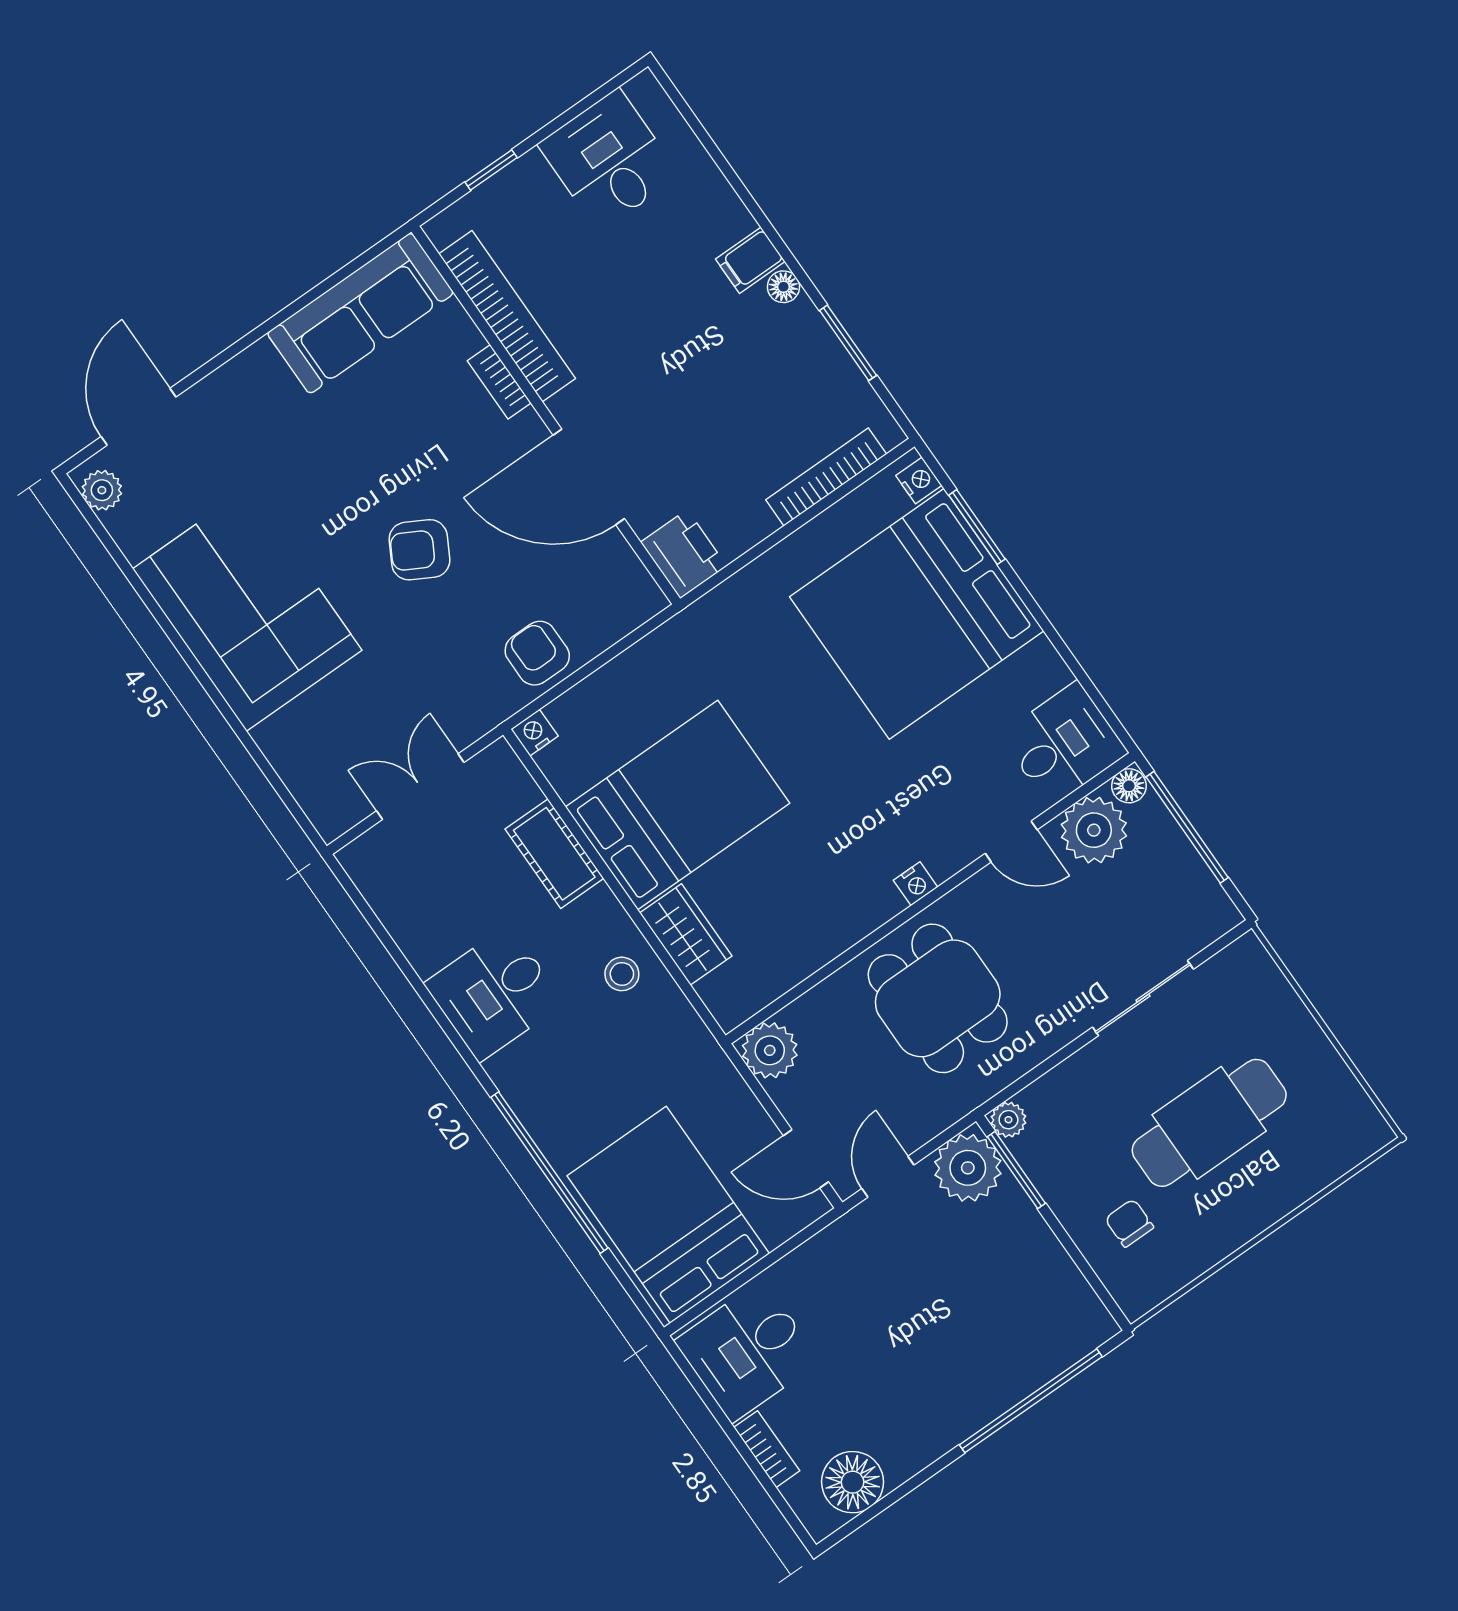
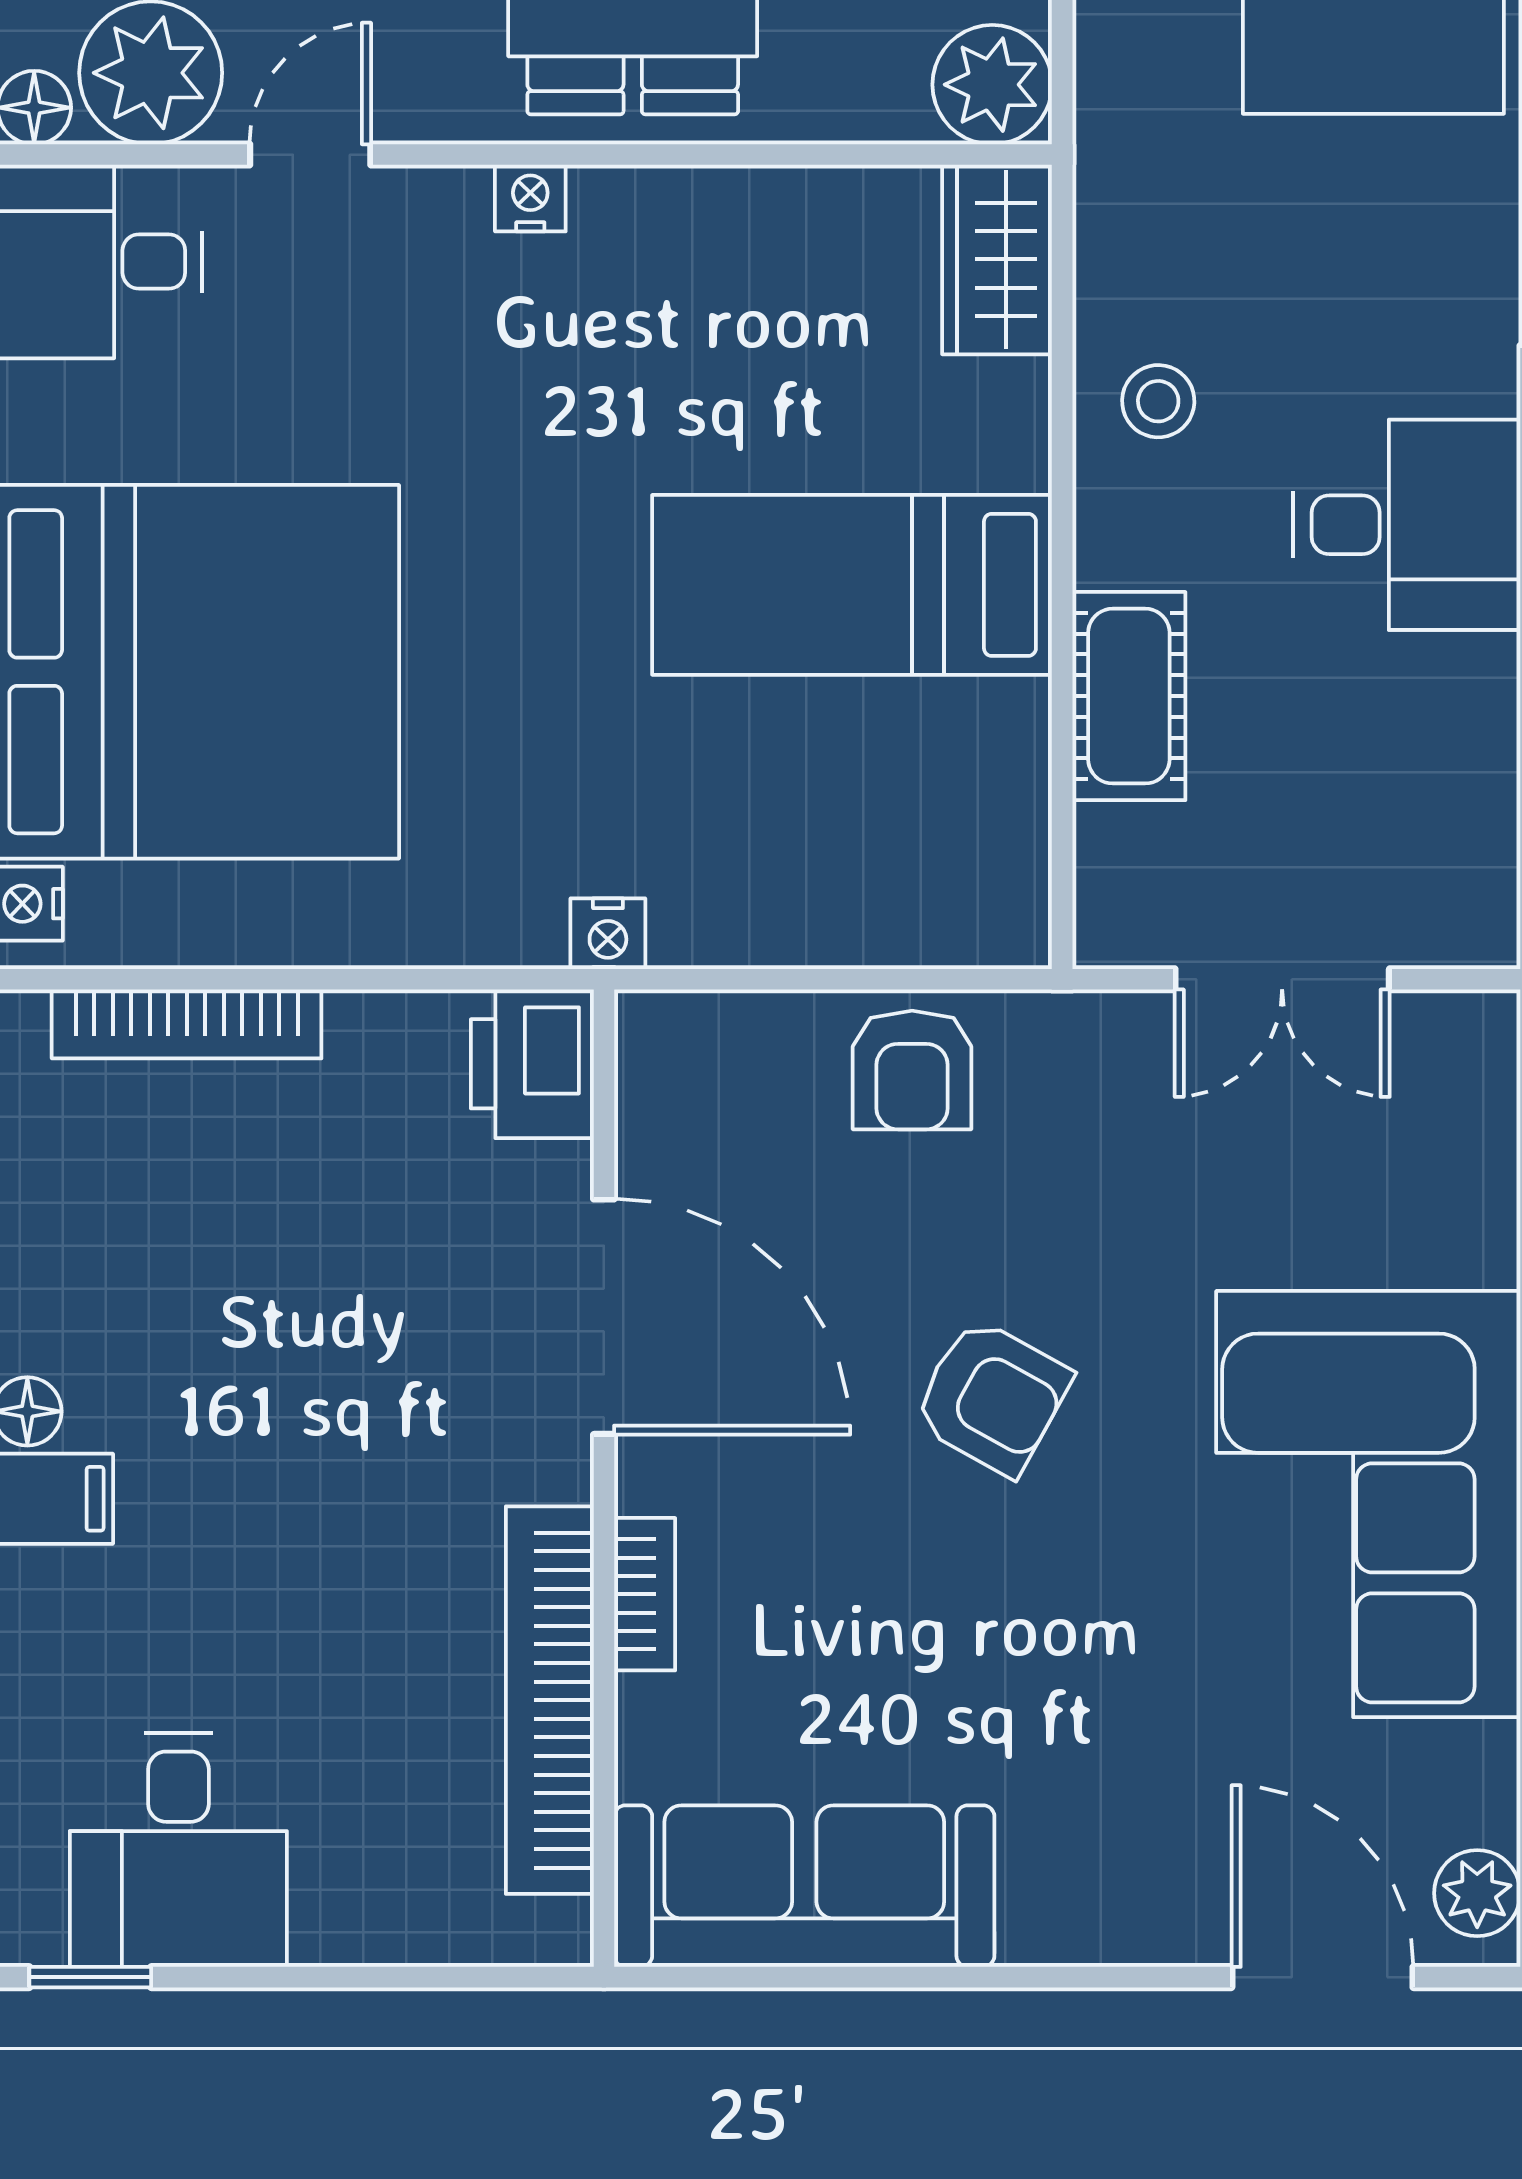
window: (491, 170) -> (90, 1977), moved
door: (138, 417) -> (1322, 1977), swing flipped
nightstand: (535, 733) -> (608, 934), moved
bed: (678, 805) -> (852, 585), width x0.67
door: (1011, 842) -> (310, 155), hinge flipped
wardrobe: (686, 934) -> (997, 259), moved

